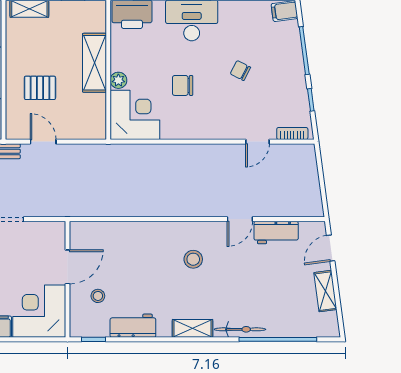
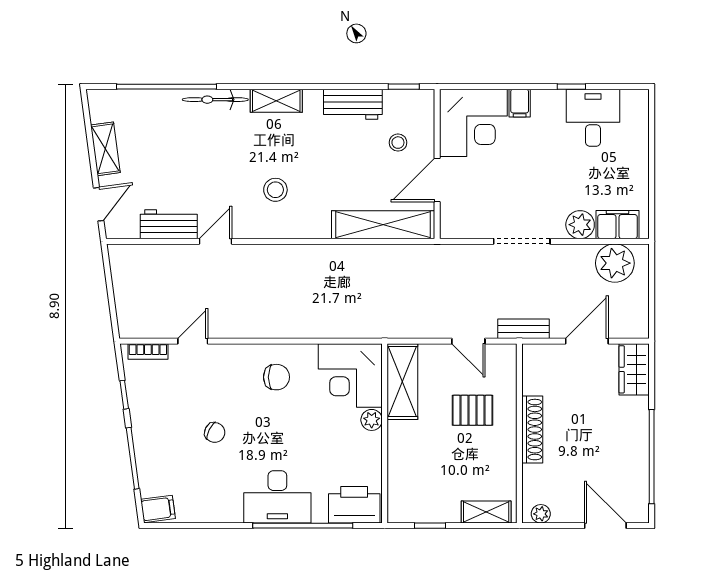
shelving: (94, 63) -> (402, 382), moved
chair: (183, 85) -> (276, 377), moved
shelving: (109, 232) -> (383, 225), added

